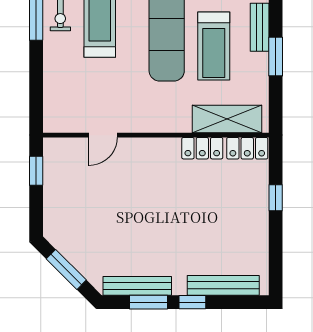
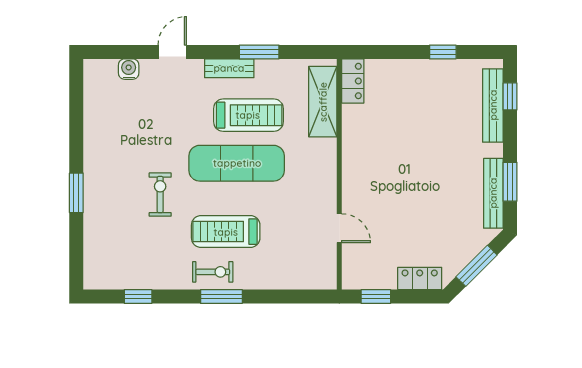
locker: (202, 148) -> (420, 278), moved, turned -90
window: (276, 198) -> (443, 52), moved
window: (192, 302) -> (510, 96), moved

